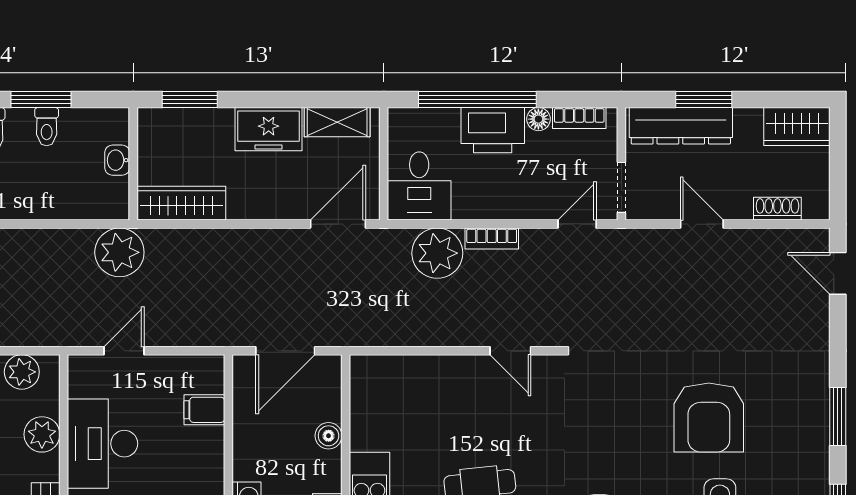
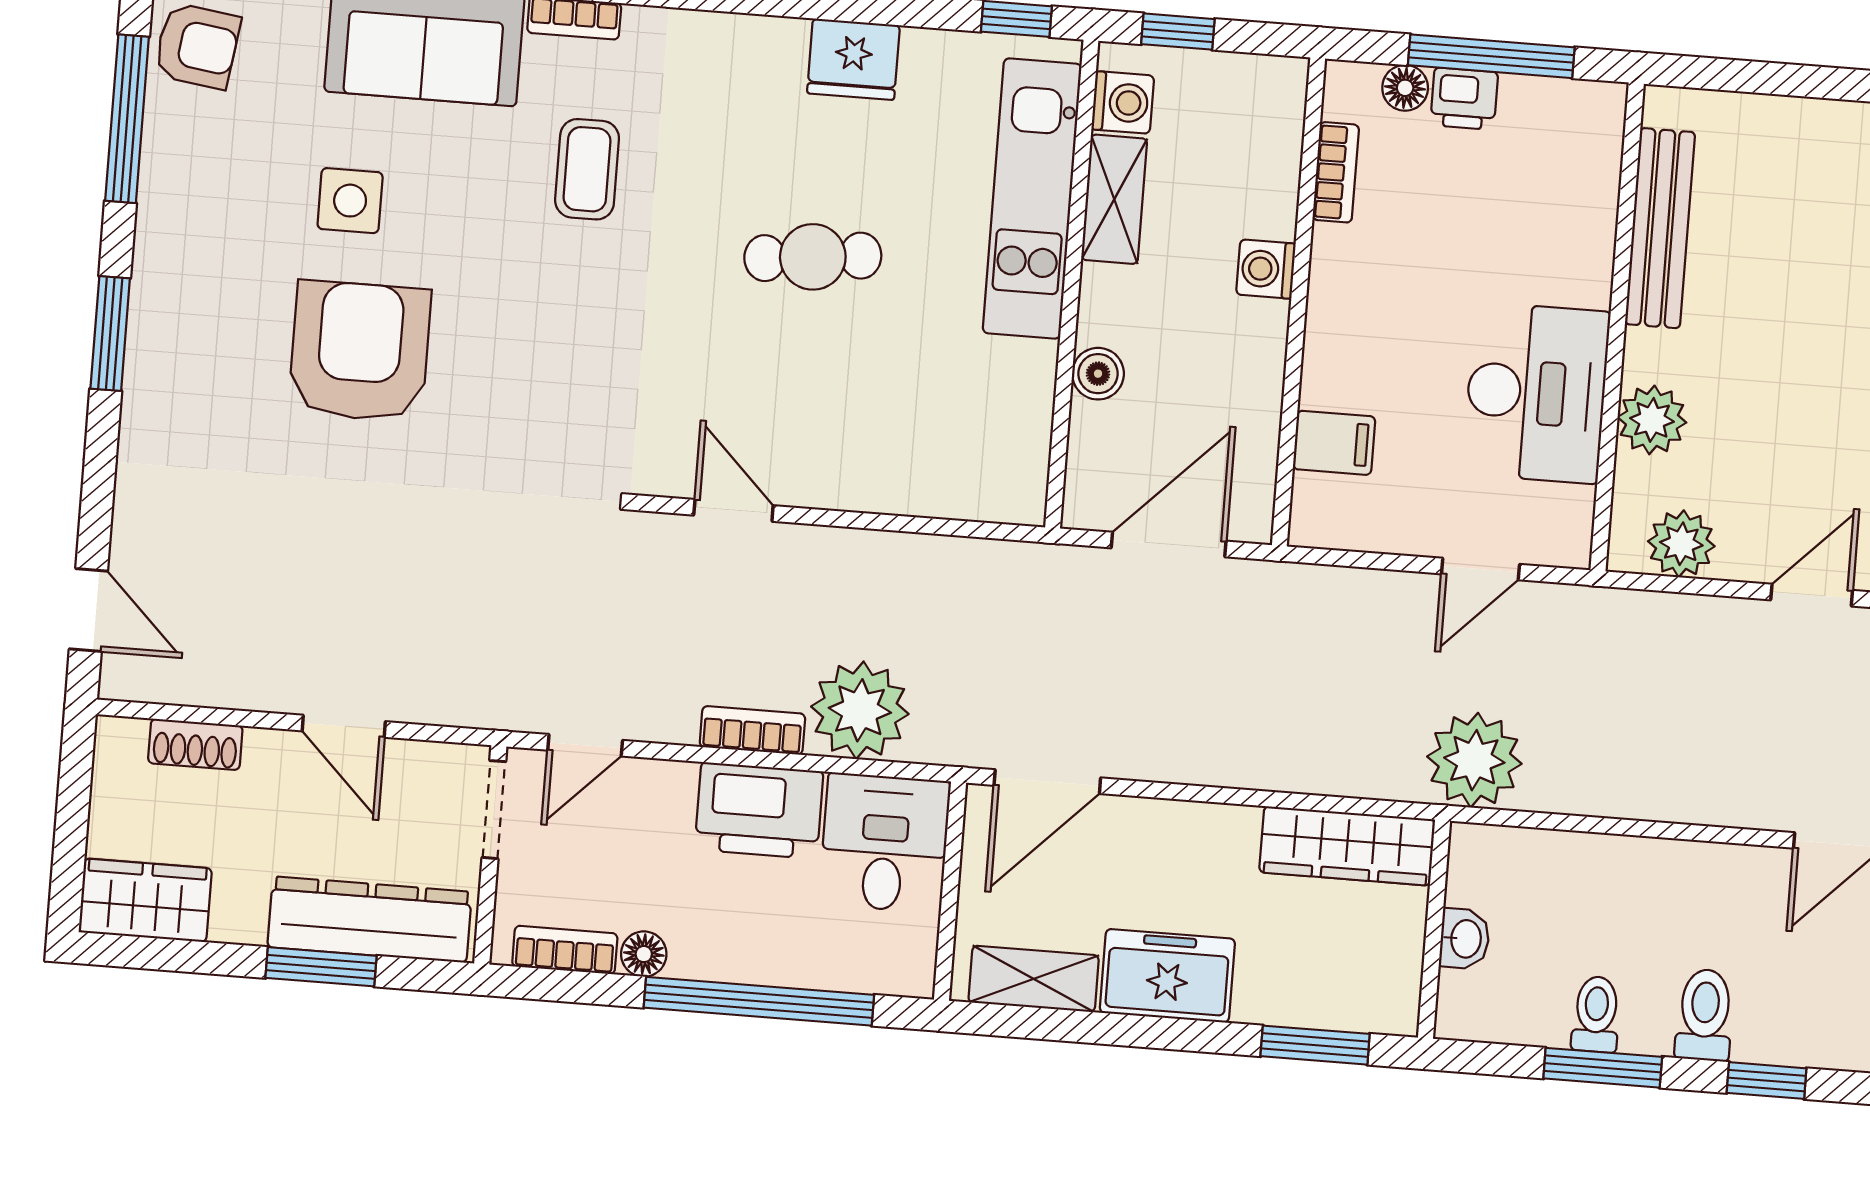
printer: (493, 130) -> (759, 811), moved, turned 180

